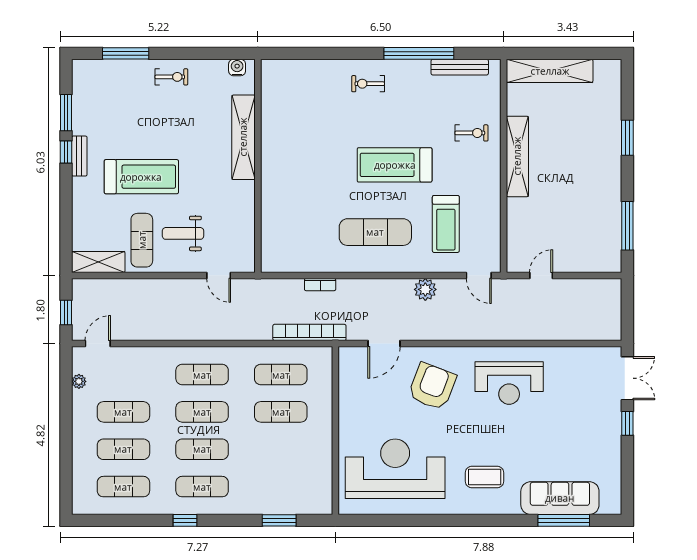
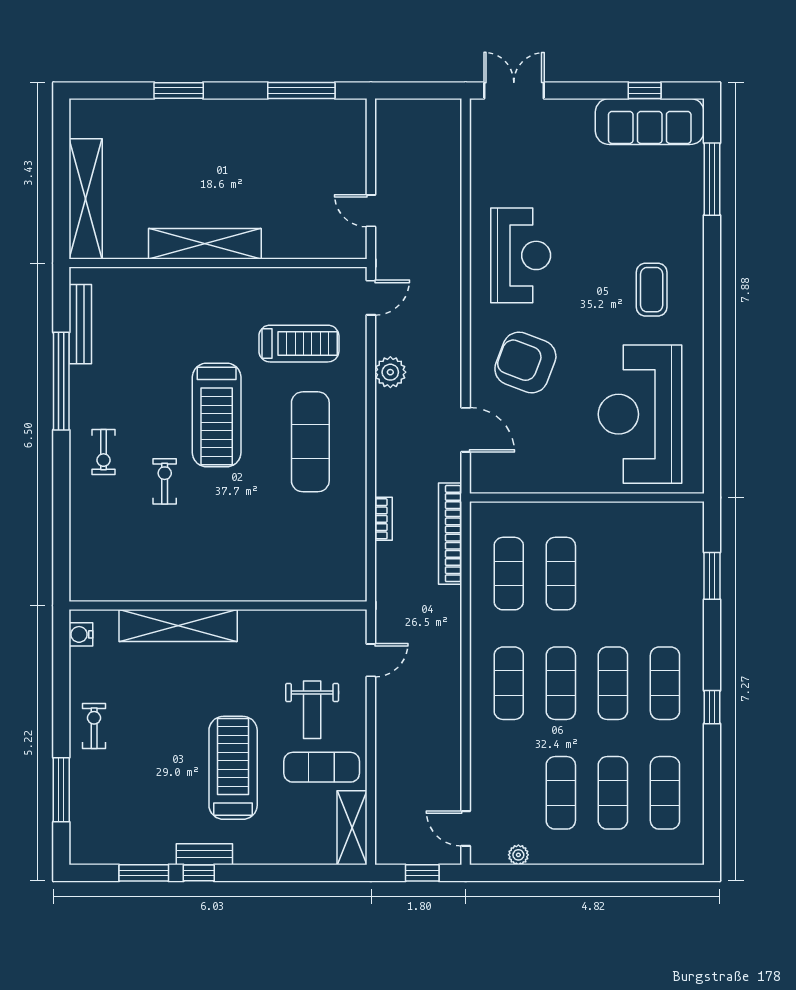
exercise bike: (471, 133) -> (165, 481), moved
window: (627, 423) -> (645, 90), moved
sofa: (560, 498) -> (650, 121), moved, turned -90

